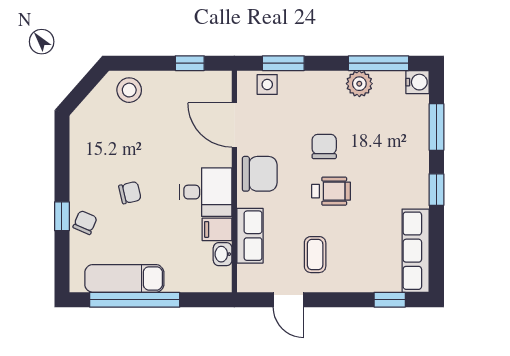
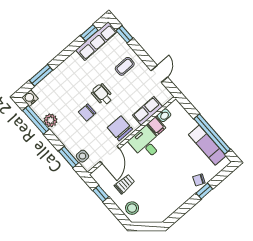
trolley: (174, 110) -> (124, 184), added
window: (436, 190) -> (89, 33), moved
chair: (130, 193) -> (172, 173), removed
coffee table: (315, 255) -> (125, 66), moved

